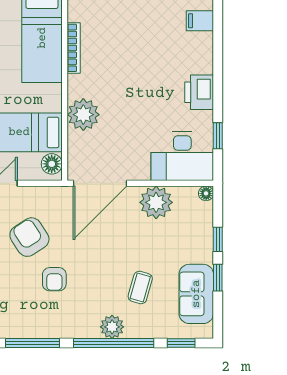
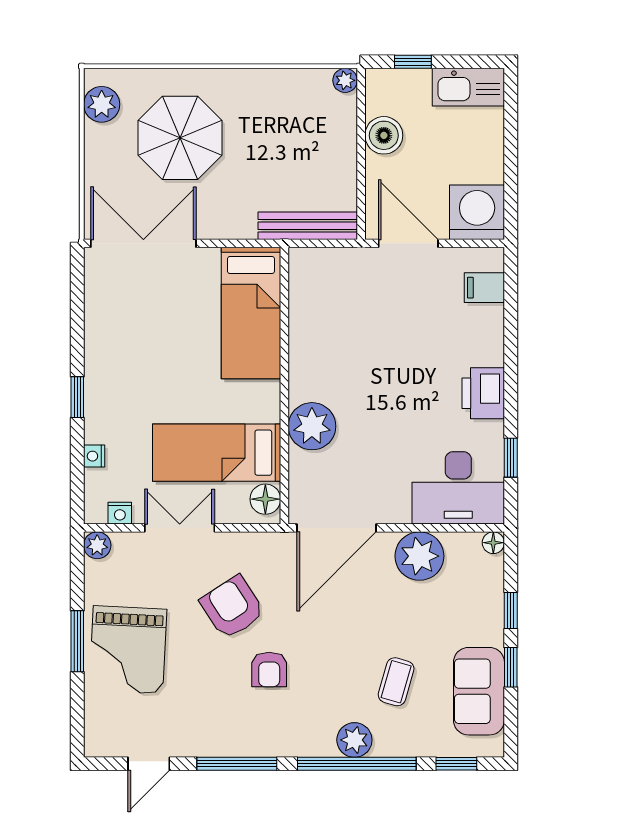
bookcase: (74, 48) -> (298, 328), removed

